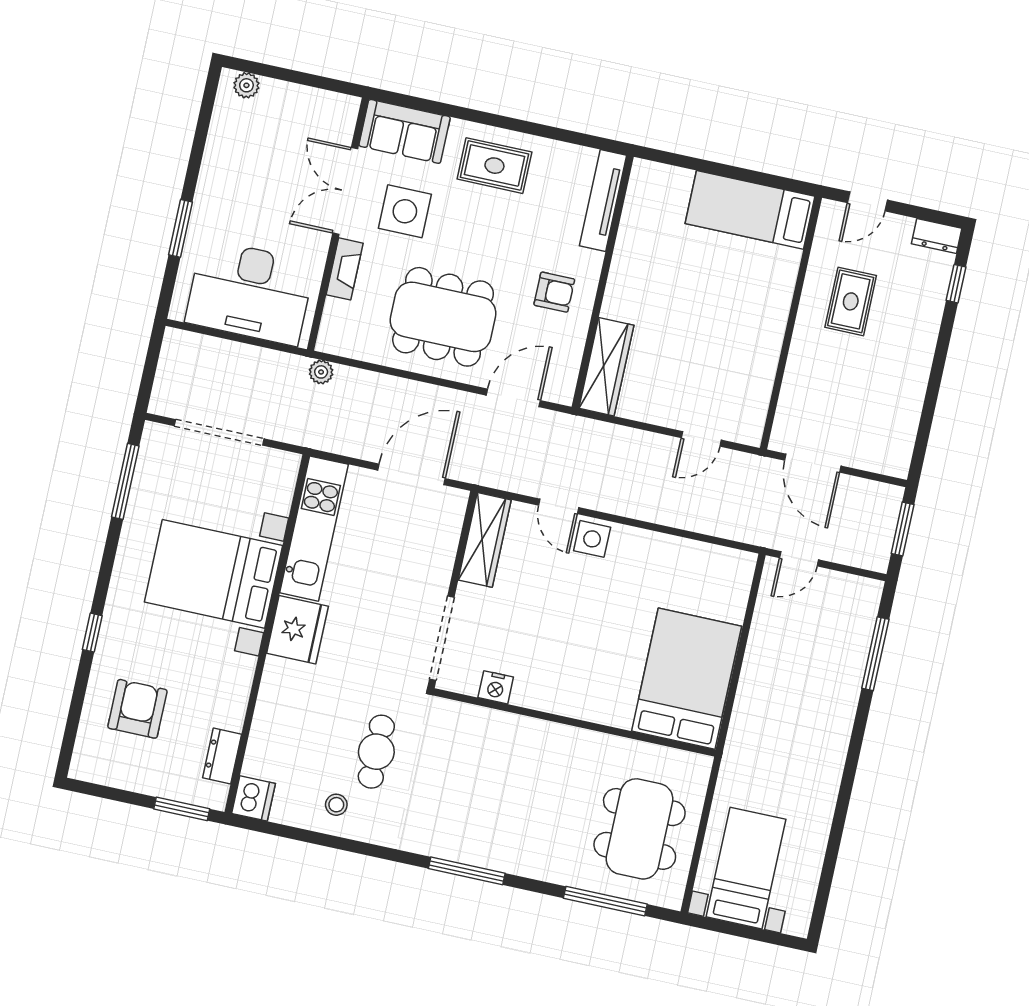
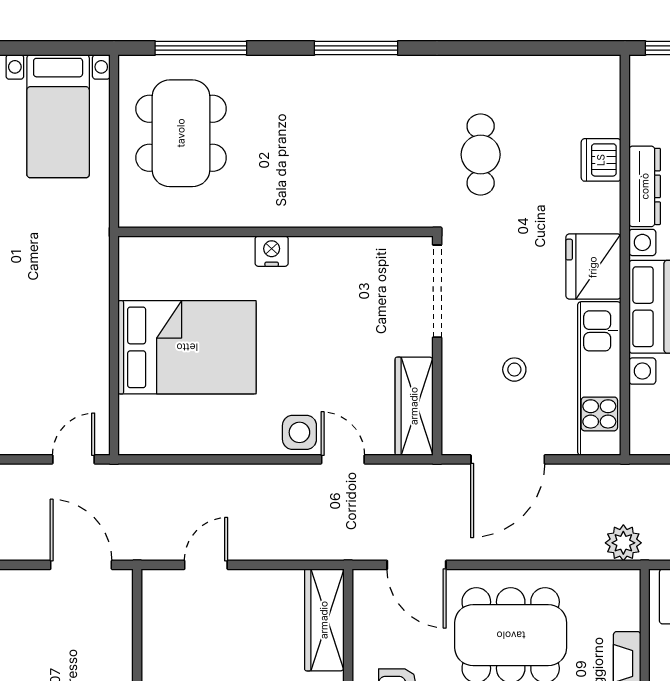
plant: (321, 372) -> (623, 543), width x1.38, depth x1.38
door: (513, 398) -> (417, 565), hinge flipped
bed: (687, 679) -> (187, 347), moved, turned -90
nightstand: (496, 687) -> (272, 251), moved
dresser: (222, 756) -> (645, 186), moved, width x1.44
dishwasher: (253, 798) -> (601, 160), moved
stool: (336, 805) -> (514, 370), moved

